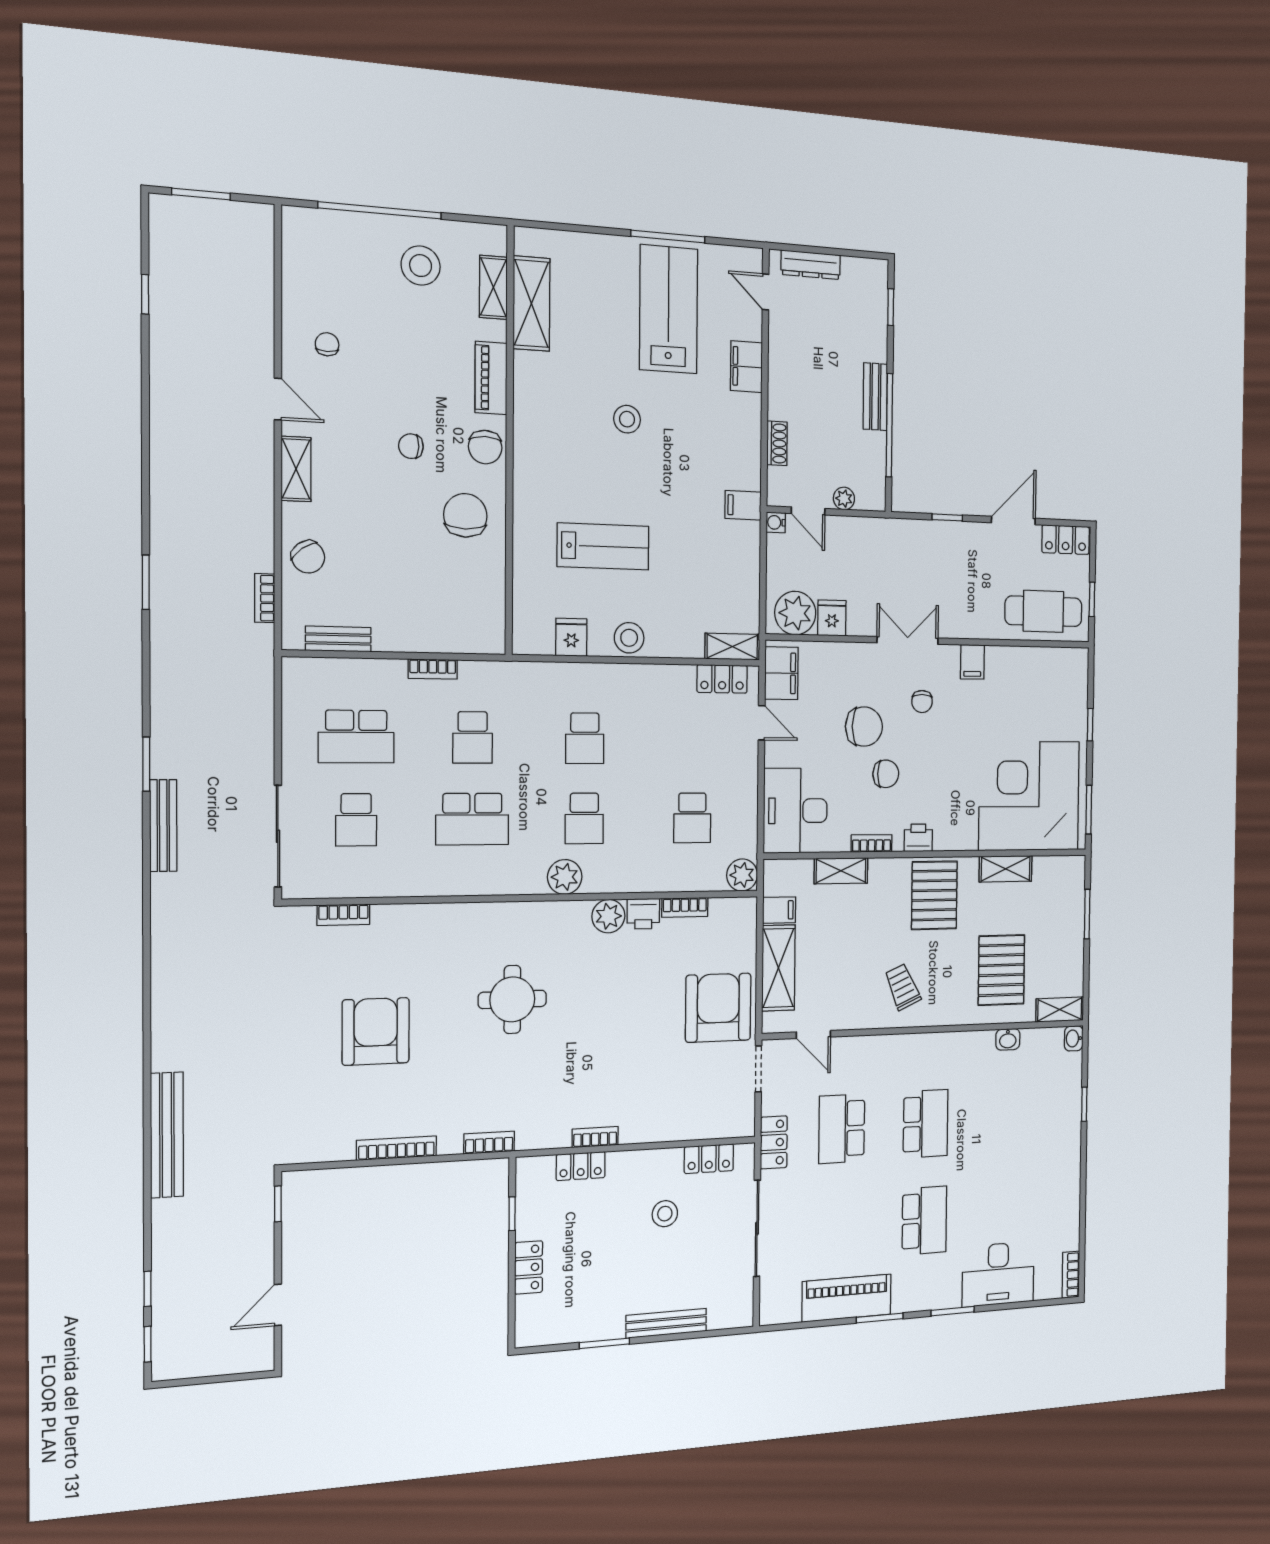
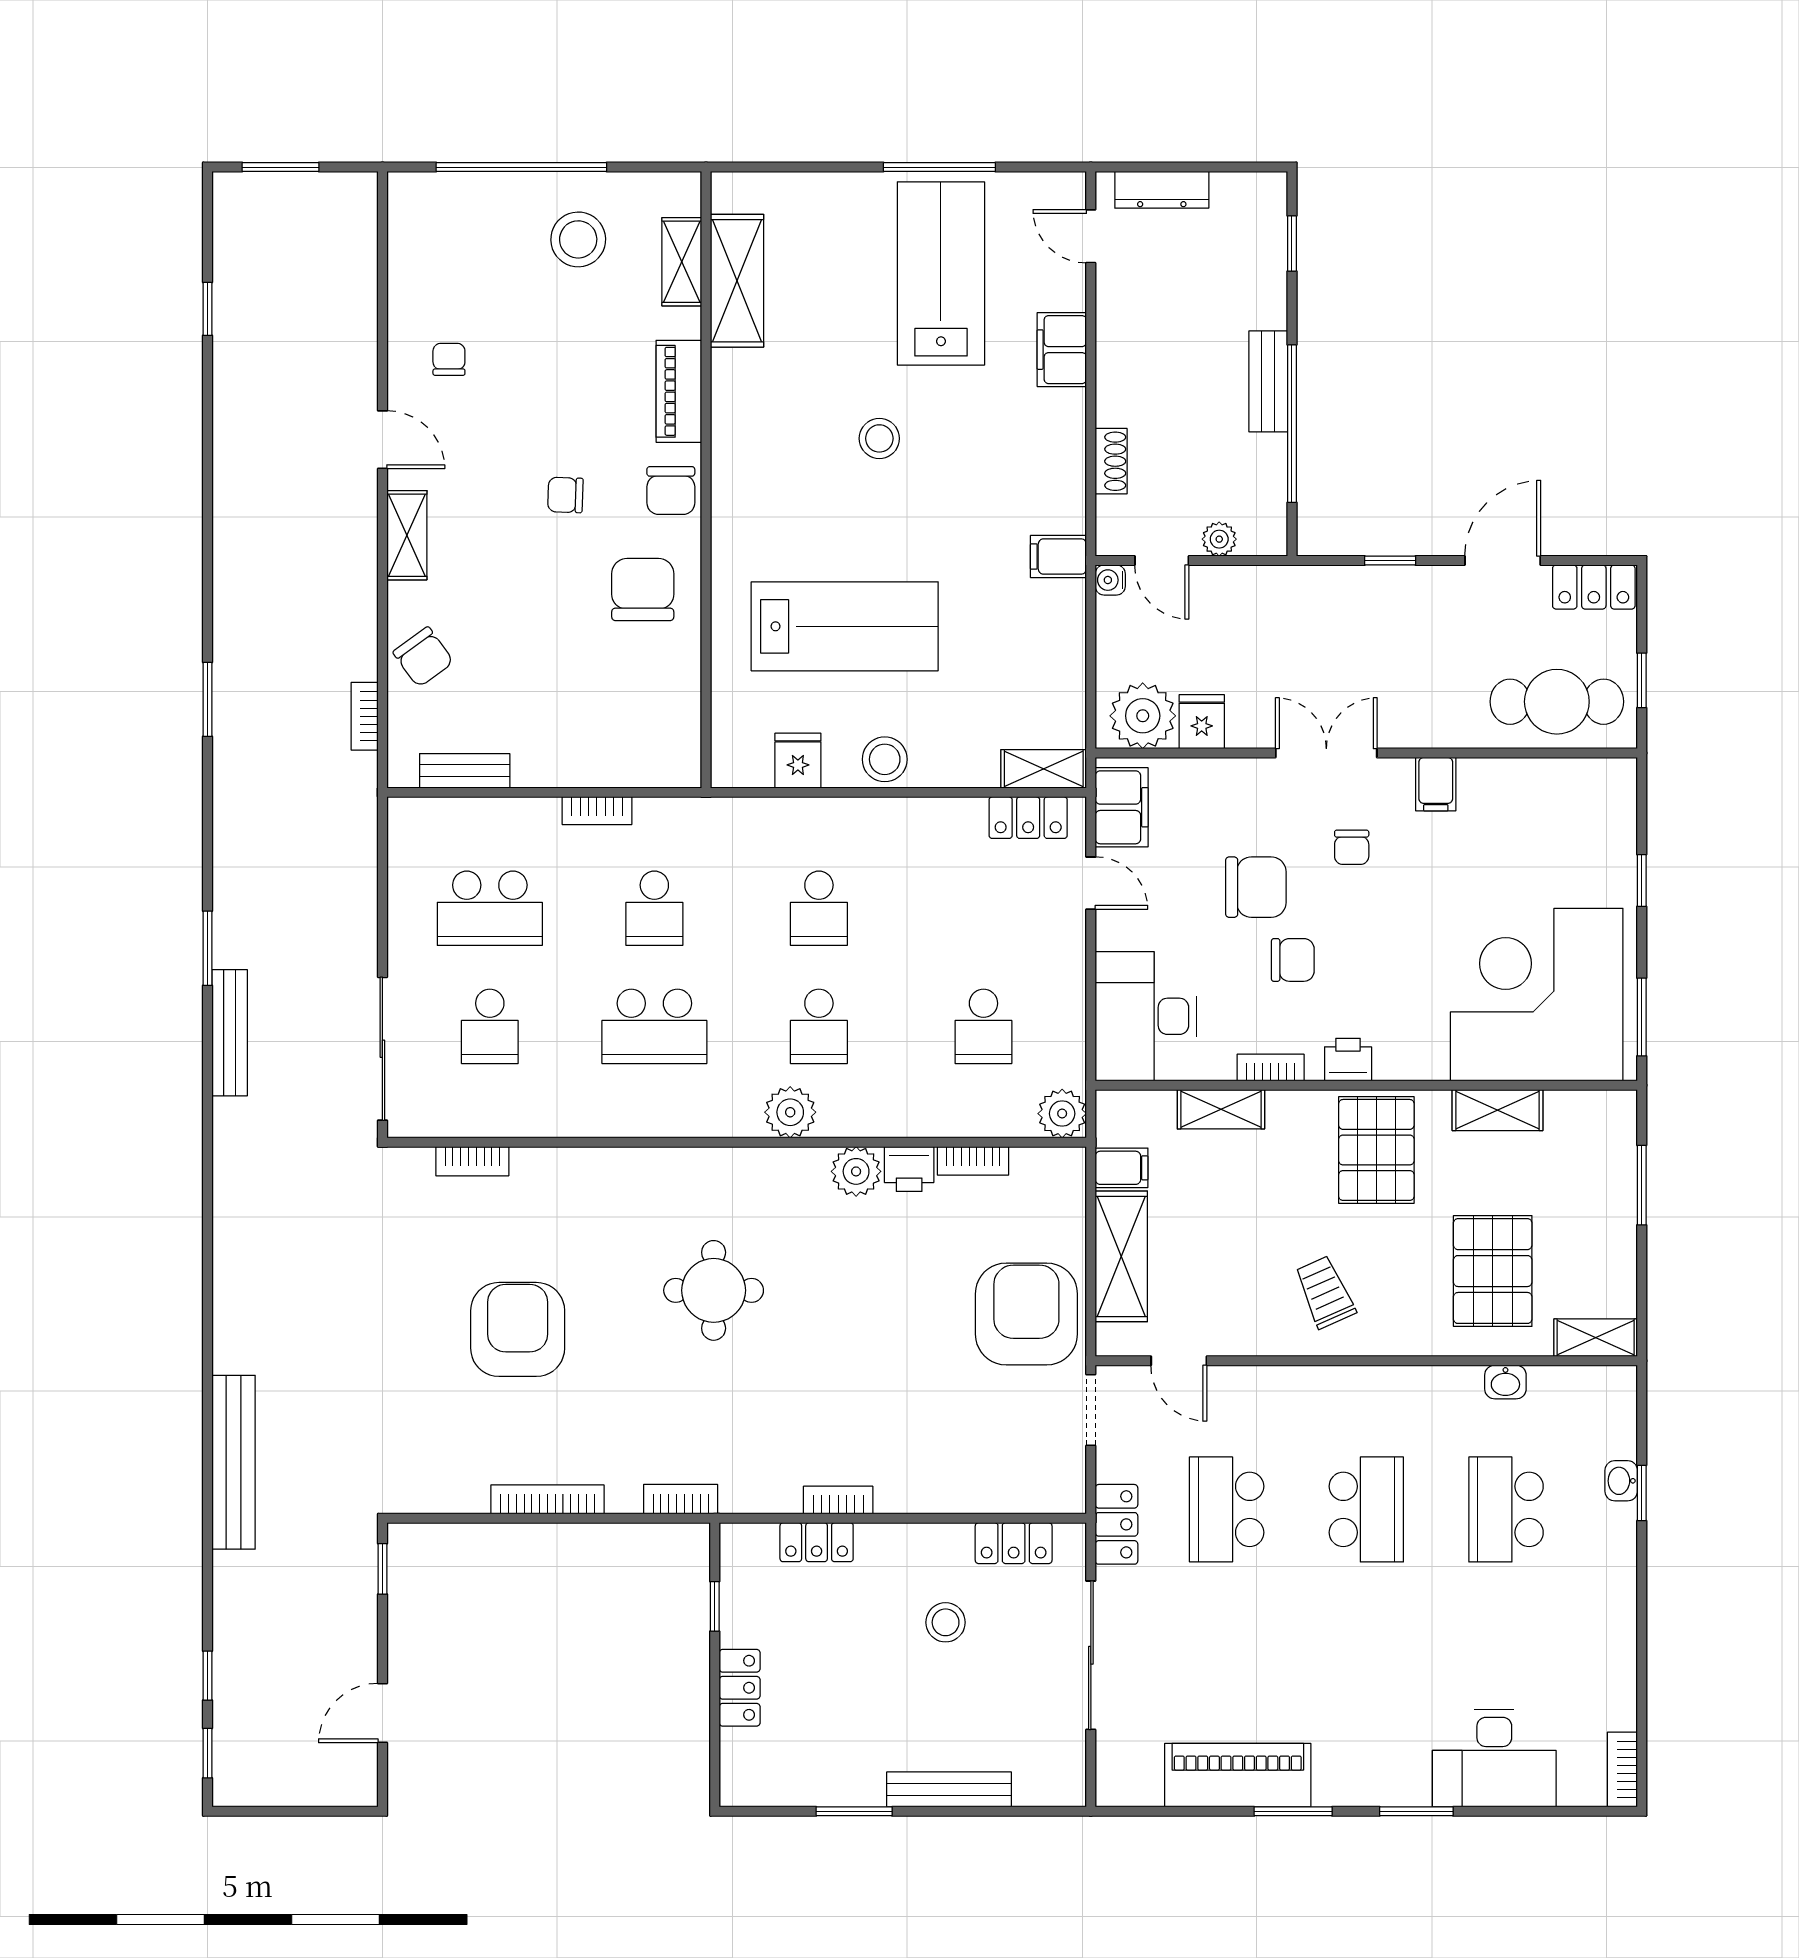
lab bench: (603, 546) -> (845, 626), width x1.36, depth x1.39
washbasin: (1074, 1038) -> (1621, 1481), moved
school desk: (924, 1220) -> (1506, 1509), moved, turned 180

